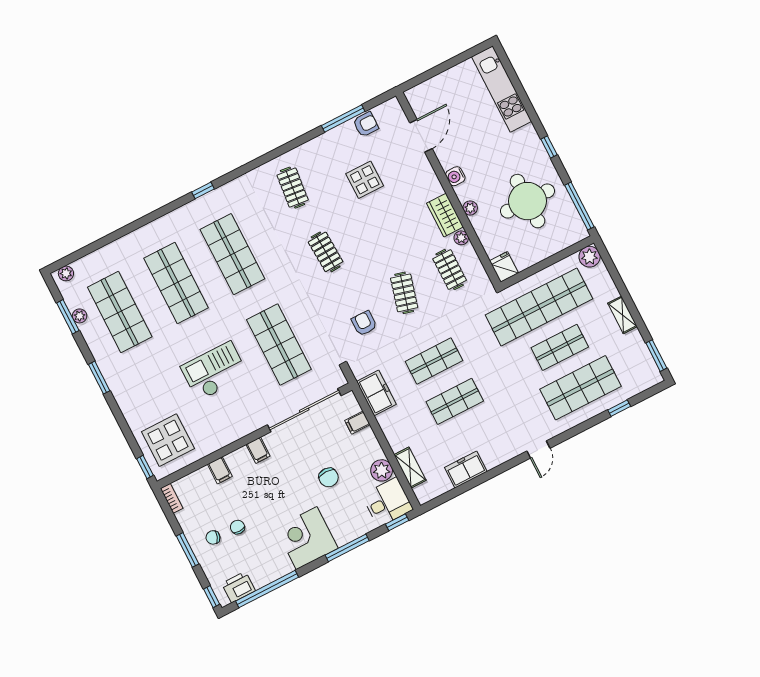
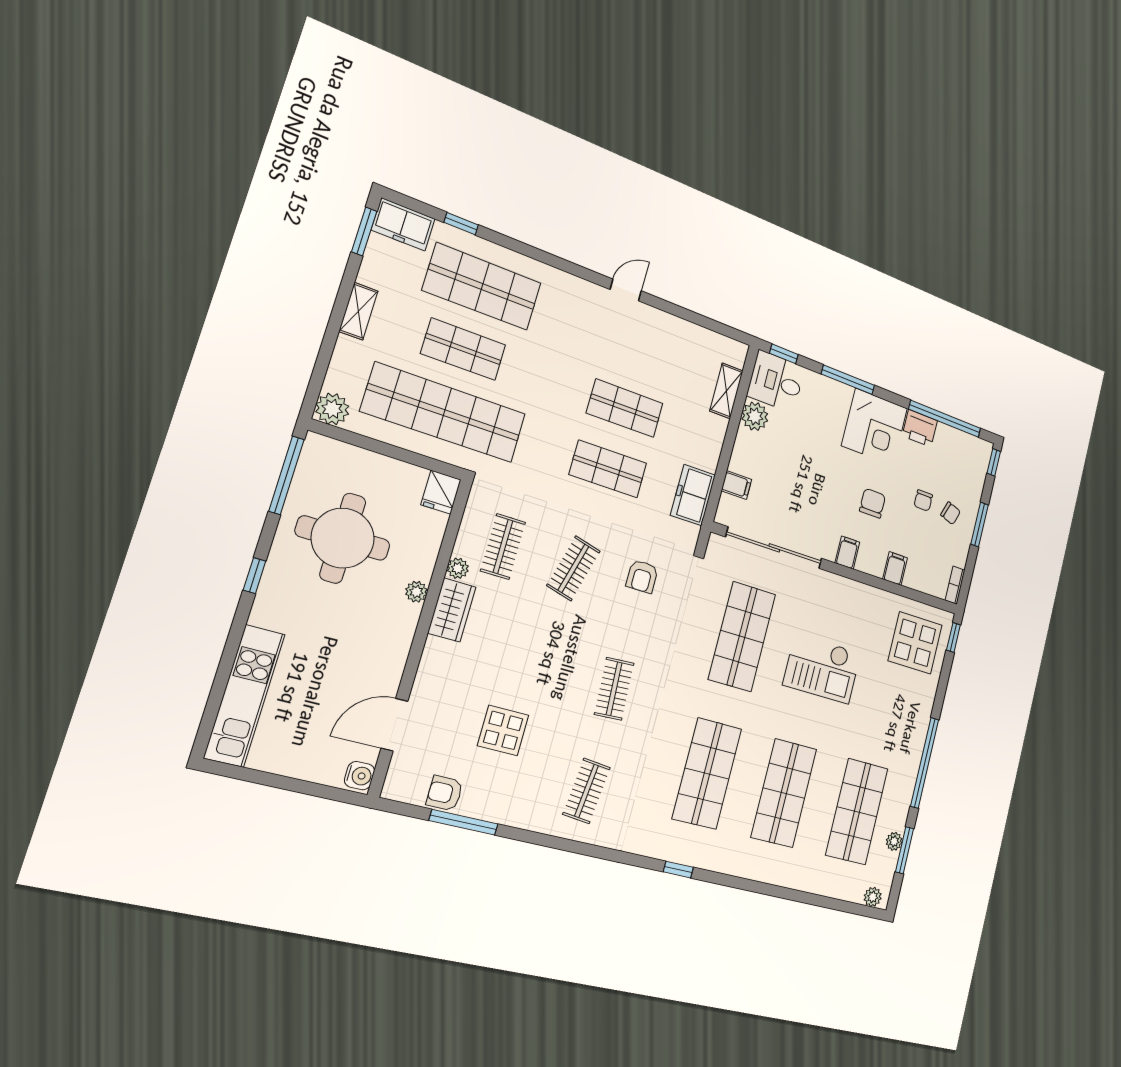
water cooler: (455, 176) -> (359, 776), moved
window: (99, 378) -> (925, 763), width x2.11
door: (538, 450) -> (626, 290), moved
freezer: (466, 470) -> (403, 224), moved
chair: (329, 477) -> (872, 503), moved
printer: (238, 587) -> (920, 428), moved

